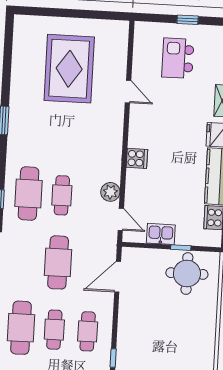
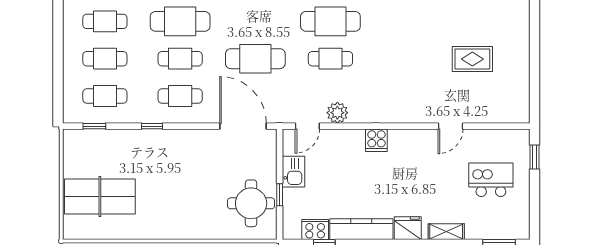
window: (188, 20) -> (534, 157), moved
rug: (69, 69) -> (472, 59), width x0.54, depth x0.49
door: (118, 277) -> (243, 126), width x1.36

